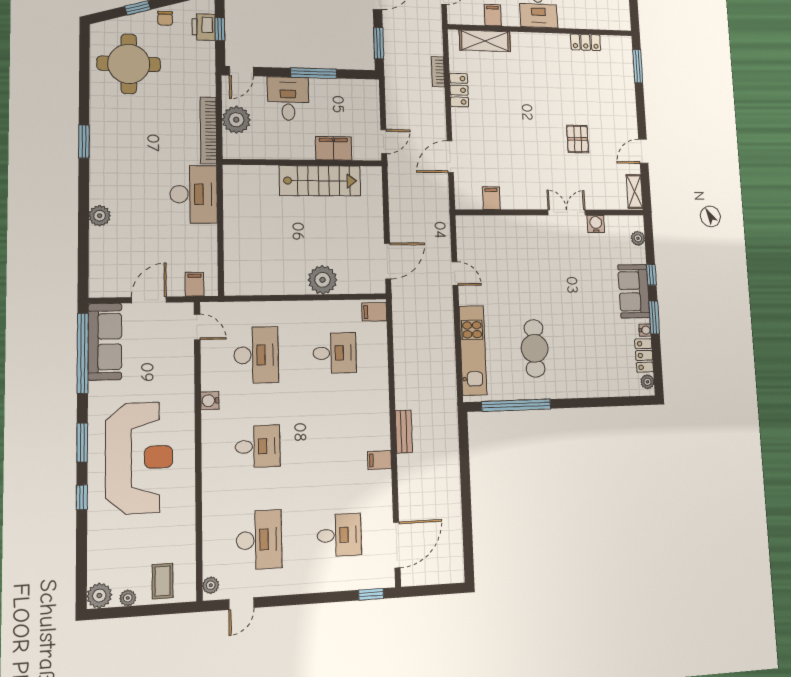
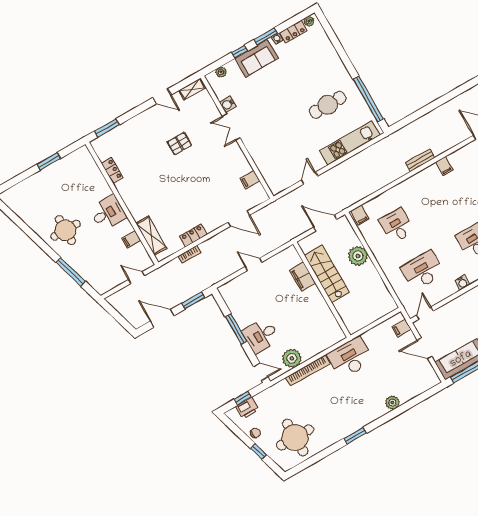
filing cabinet: (334, 148) -> (302, 277), moved
wall: (303, 163) -> (322, 290), moved
stairs: (320, 181) -> (327, 274), moved

